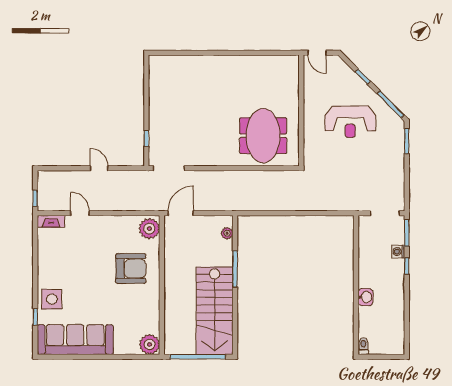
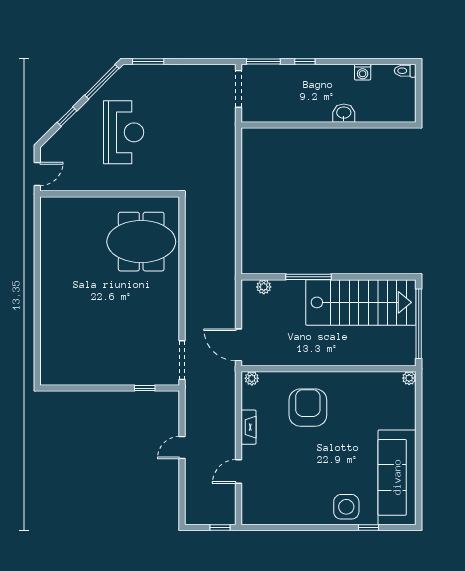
fireplace: (51, 221) -> (249, 427), moved
plant: (149, 229) -> (252, 378), width x0.53, depth x0.53
washing machine: (398, 252) -> (363, 72), moved
plant: (150, 344) -> (409, 378), width x0.53, depth x0.53
toilet: (363, 346) -> (405, 71), moved

